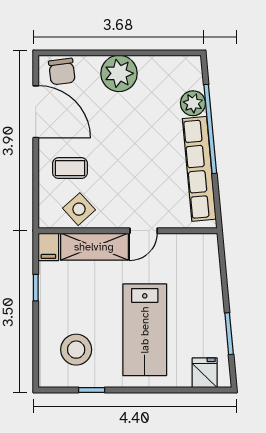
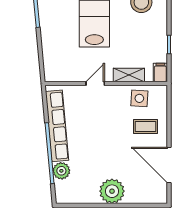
chair: (62, 72) -> (151, 193), removed
side table: (79, 209) -> (139, 98), turned 45
shelving: (94, 247) -> (129, 75), width x0.67, depth x0.75

